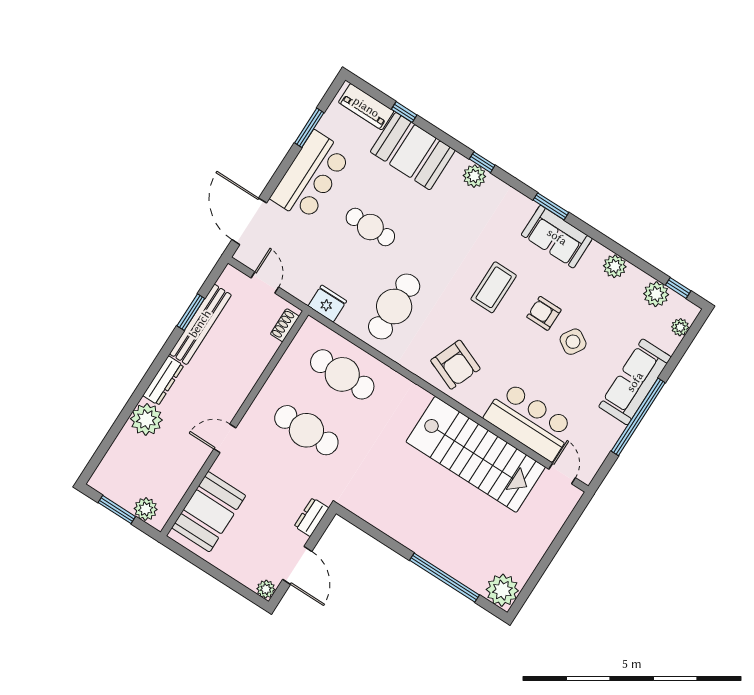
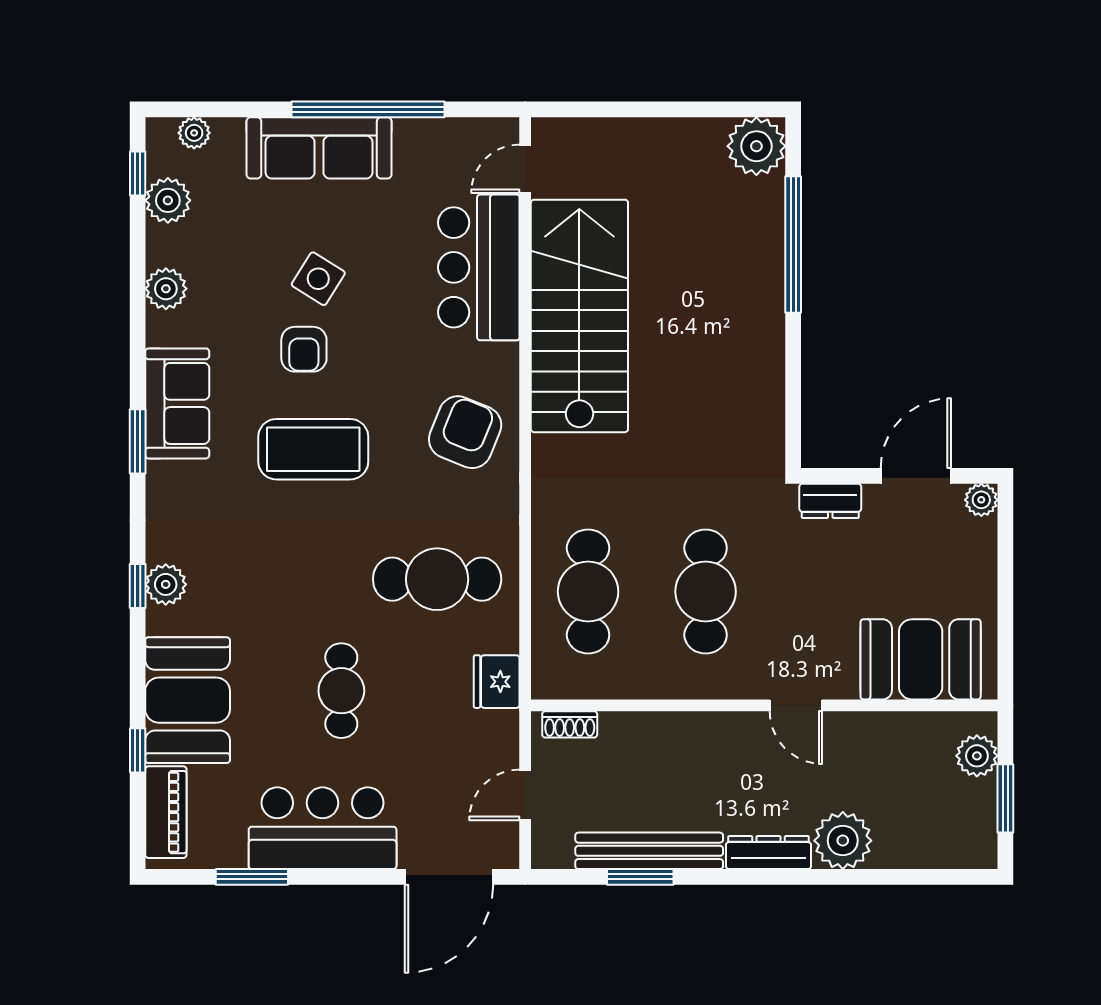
coffee table: (494, 287) -> (313, 449), width x1.36, depth x1.32

